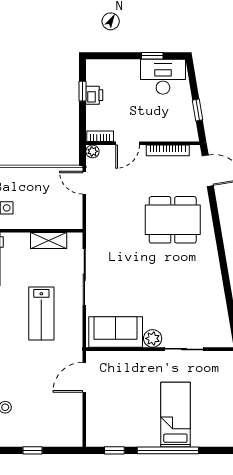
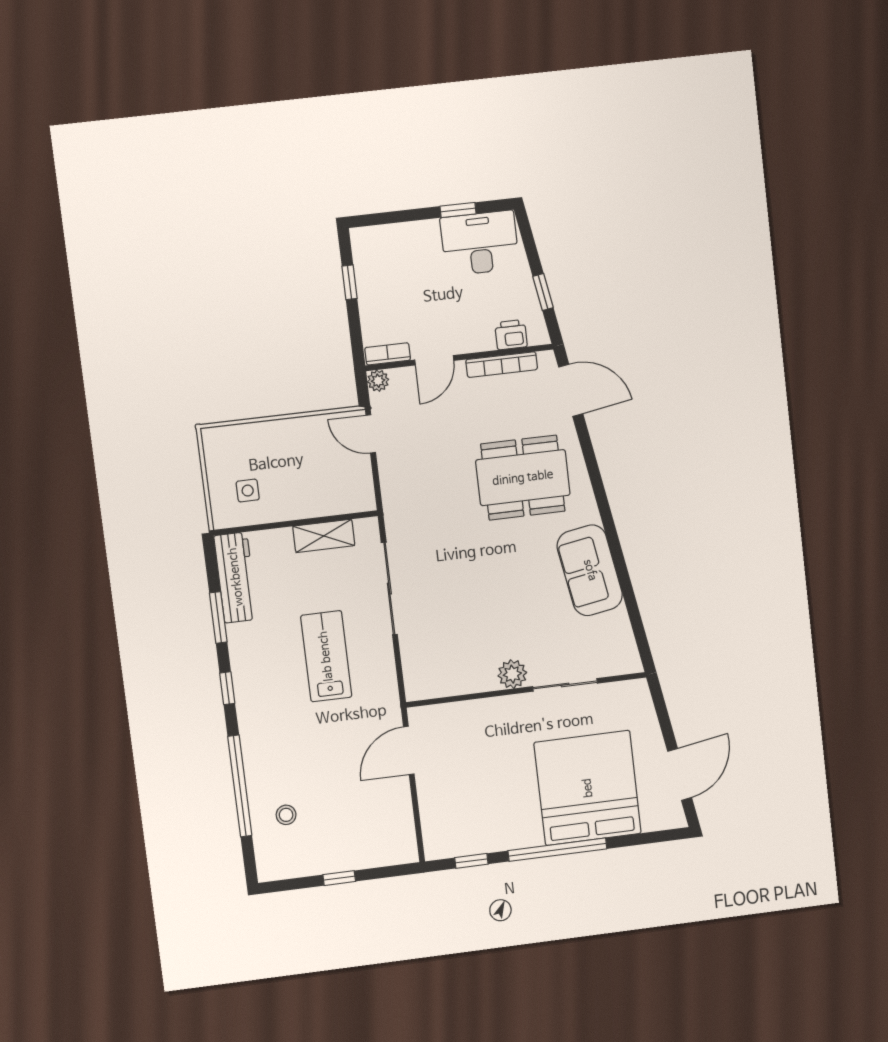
printer: (94, 95) -> (511, 335), moved, turned -90
lab bench: (41, 314) -> (326, 656), turned 180
sofa: (116, 332) -> (590, 570), moved, turned -99
bed: (175, 414) -> (588, 788), width x2.04

